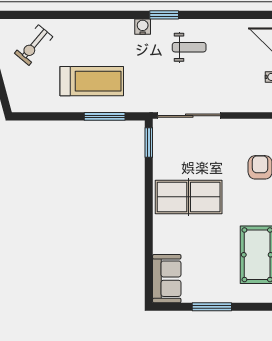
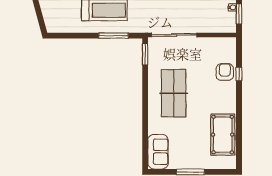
table tennis table: (189, 197) -> (174, 93), turned 90

